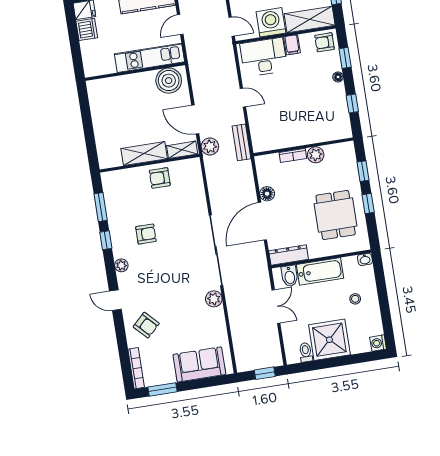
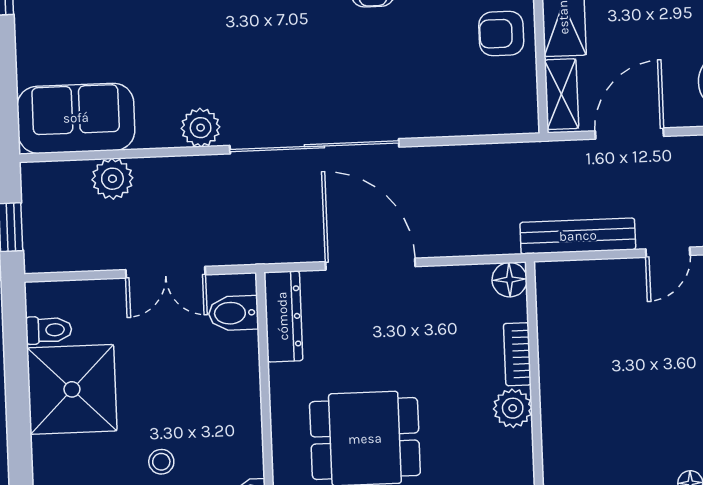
bench: (242, 142) -> (578, 236), width x1.36
plant: (210, 146) -> (112, 179), moved
armchair: (160, 178) -> (501, 33), turned -90
floor lamp: (267, 194) -> (510, 280), moved
bathtub: (320, 271) -> (236, 386), removed
sofa: (199, 364) -> (76, 118), moved, turned -90

